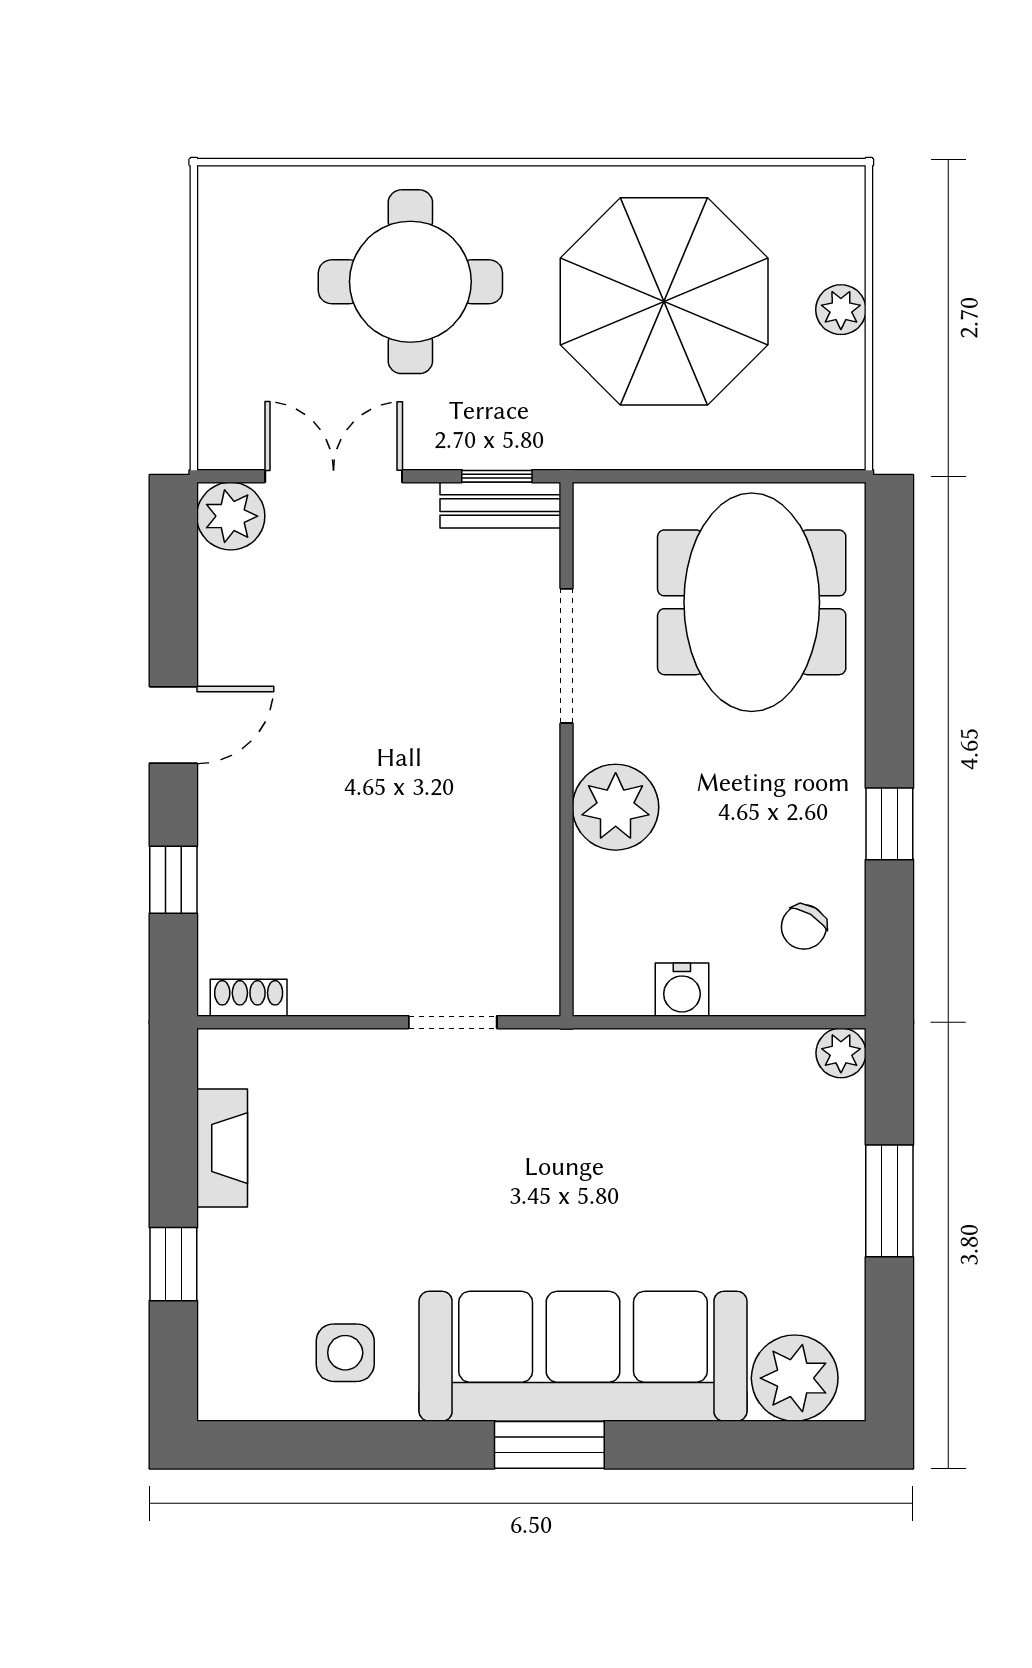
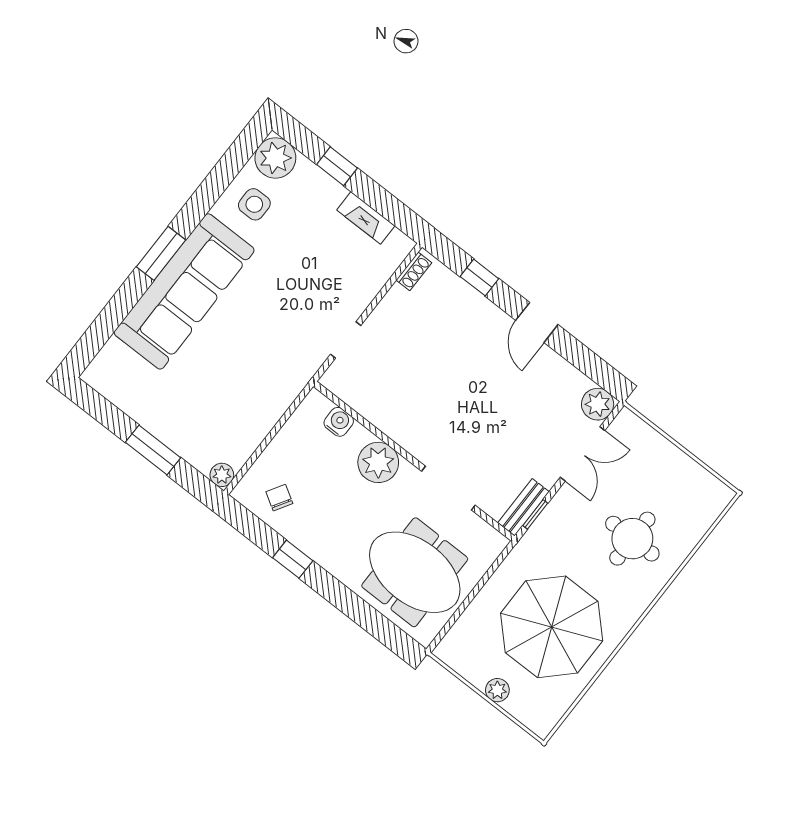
round table: (410, 282) -> (632, 539), width x0.73, depth x0.73
water cooler: (682, 990) -> (339, 422), moved, turned 90
plant: (795, 1378) -> (275, 158), moved

